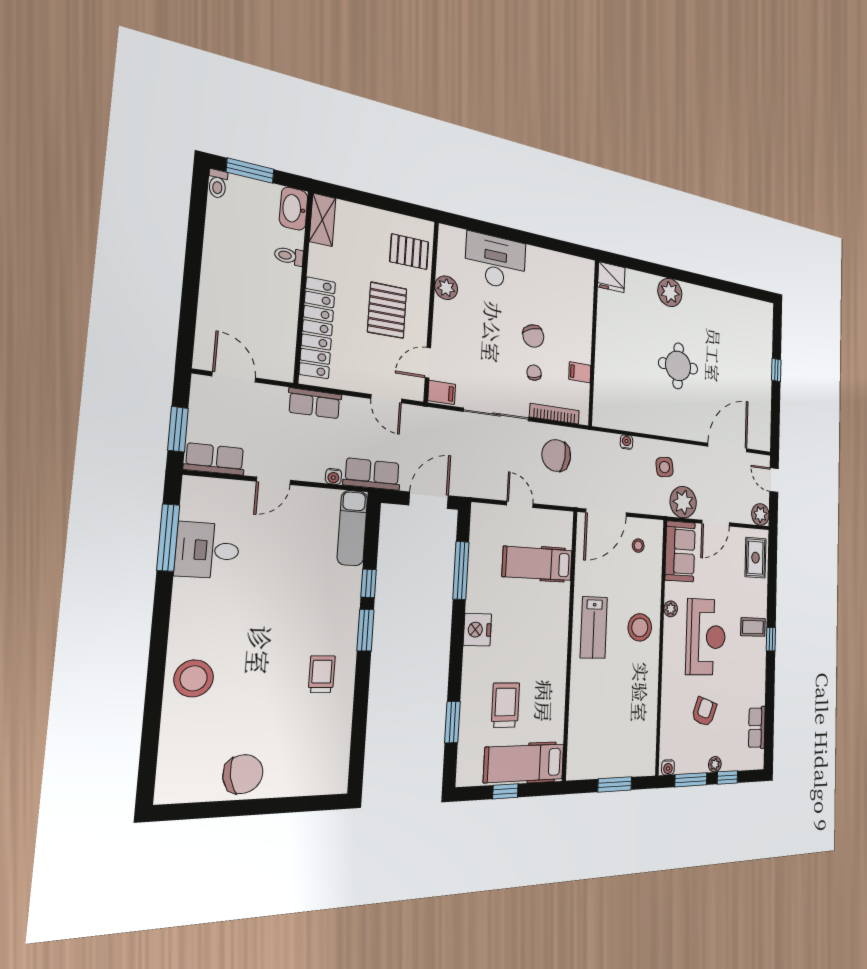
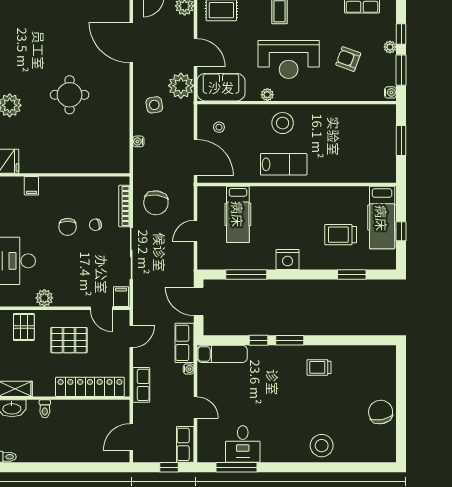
chair: (533, 336) -> (68, 227), turned 109
filing cabinet: (580, 372) -> (31, 186), moved
window: (178, 429) -> (169, 467), width x0.67
reception desk: (706, 637) -> (289, 59), turned 180

